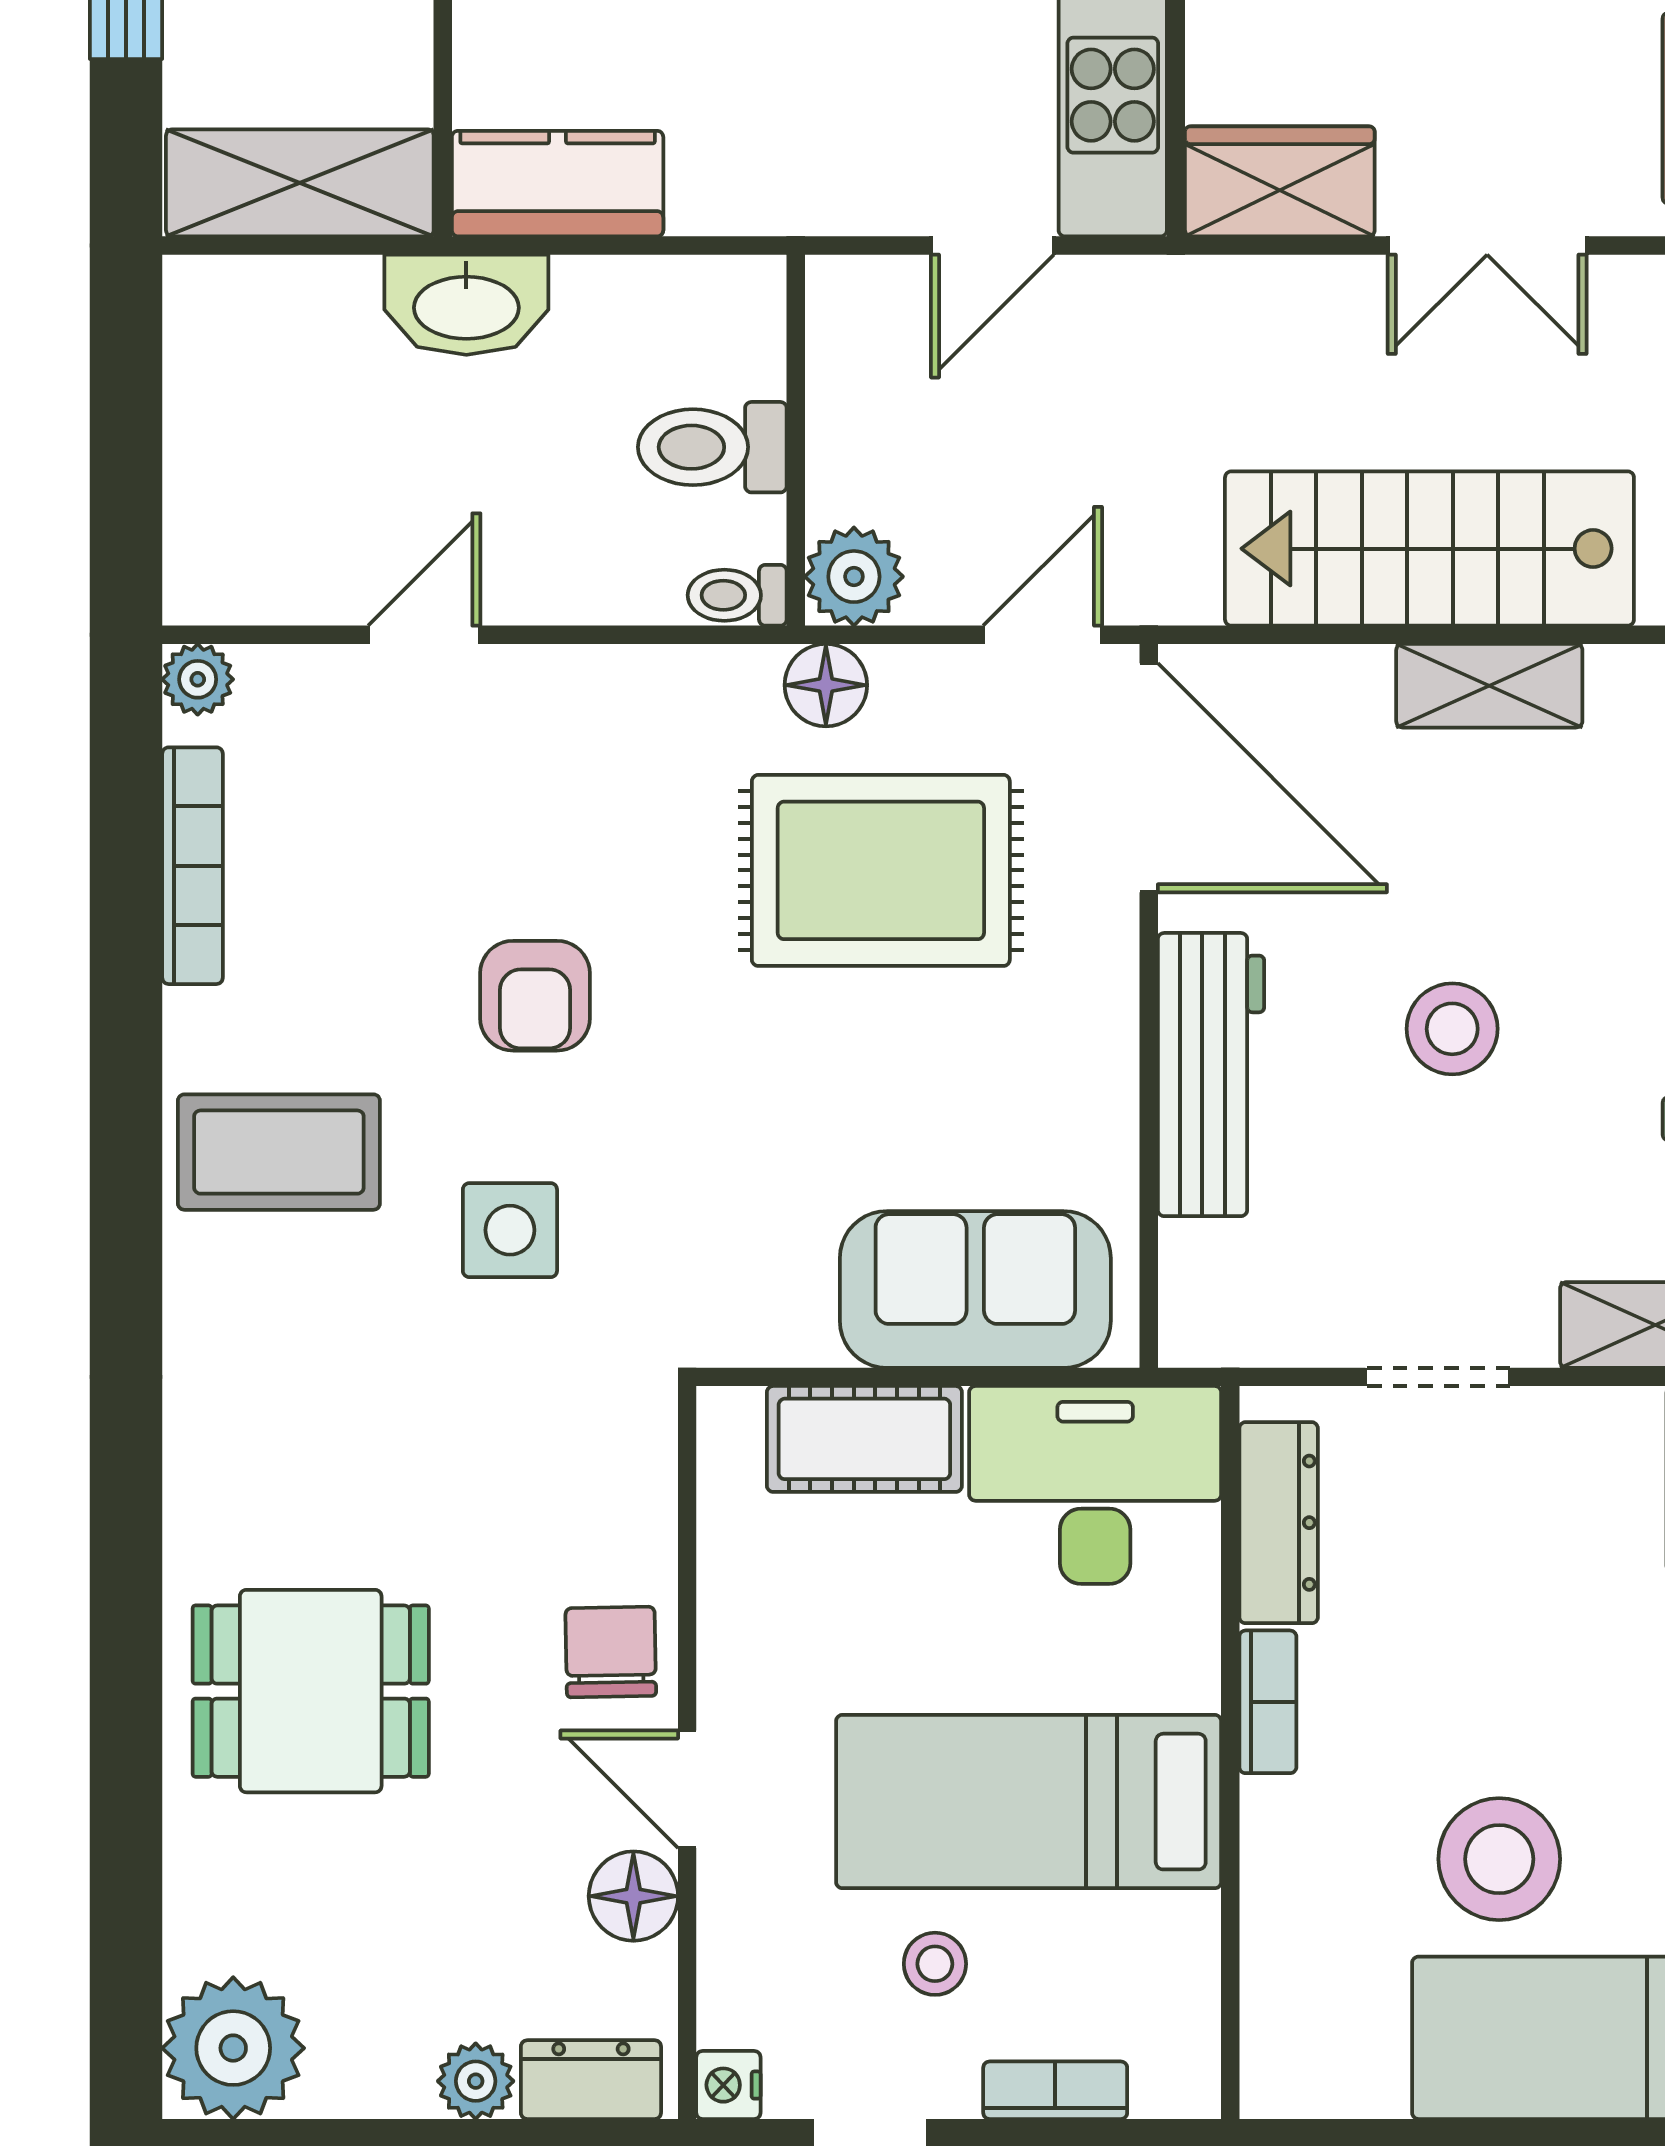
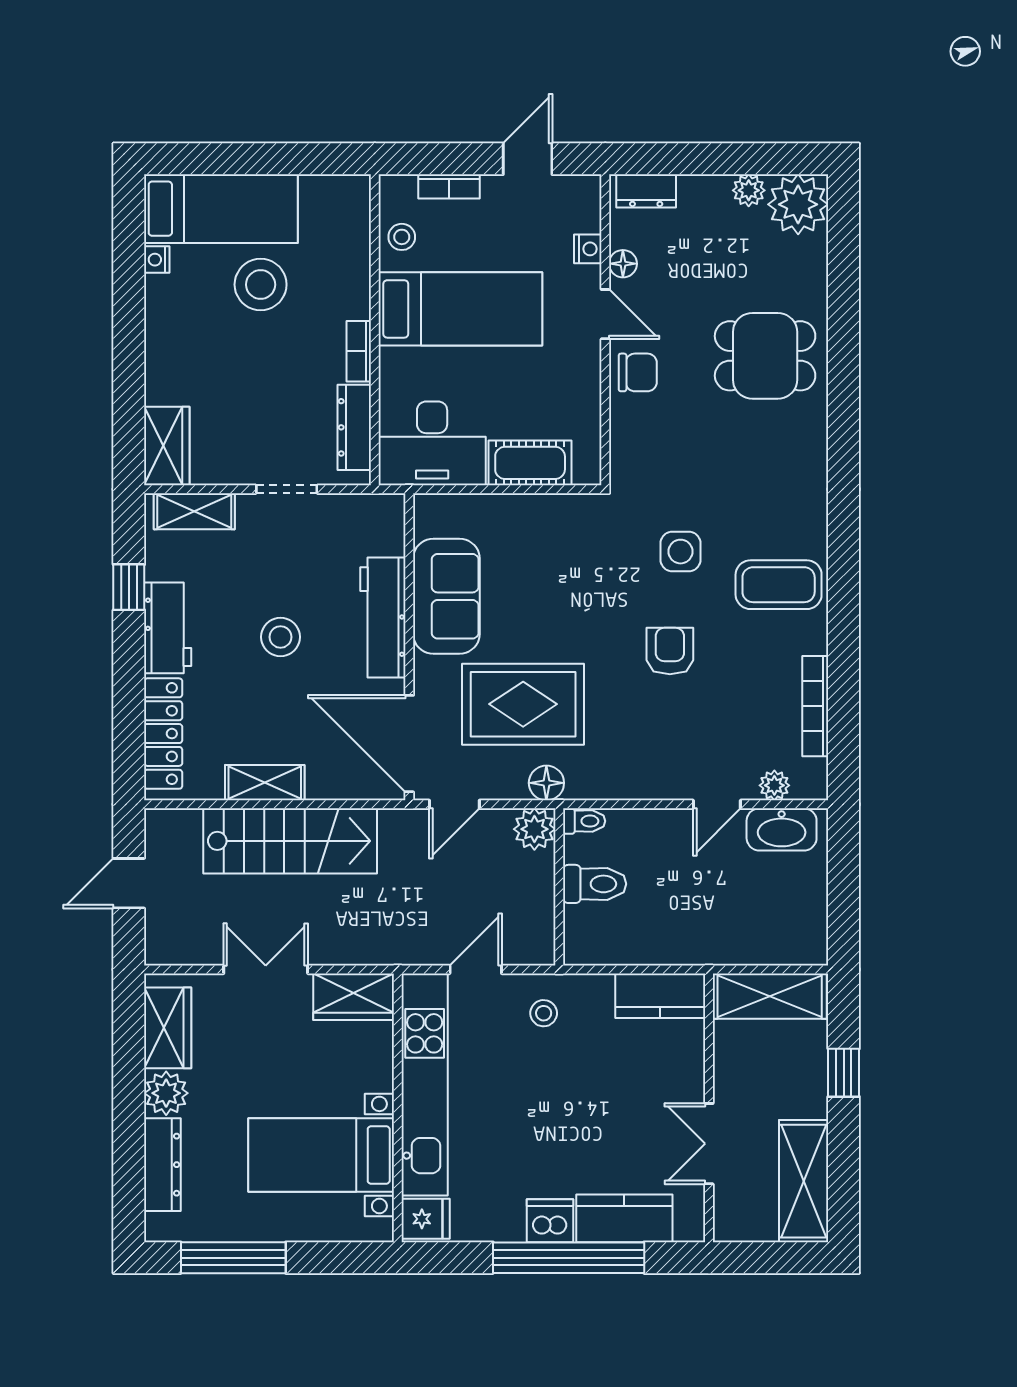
stool: (832, 143) -> (544, 1013), added
washbasin: (466, 305) -> (782, 829), moved, turned 180
plant: (198, 679) -> (774, 785), moved
sofa: (975, 1289) -> (446, 596), moved, turned -90
chair: (611, 1652) -> (638, 372), turned -89
floor lamp: (633, 1896) -> (623, 264), width x0.73, depth x0.73
stool: (935, 1964) -> (402, 237), moved
plant: (476, 2081) -> (749, 190), moved
nightstand: (728, 2085) -> (588, 249), moved

